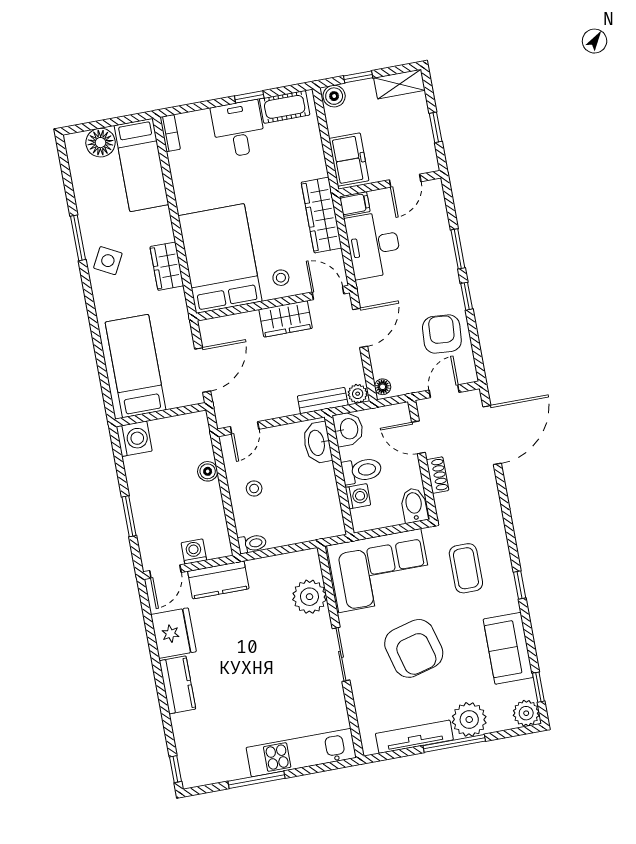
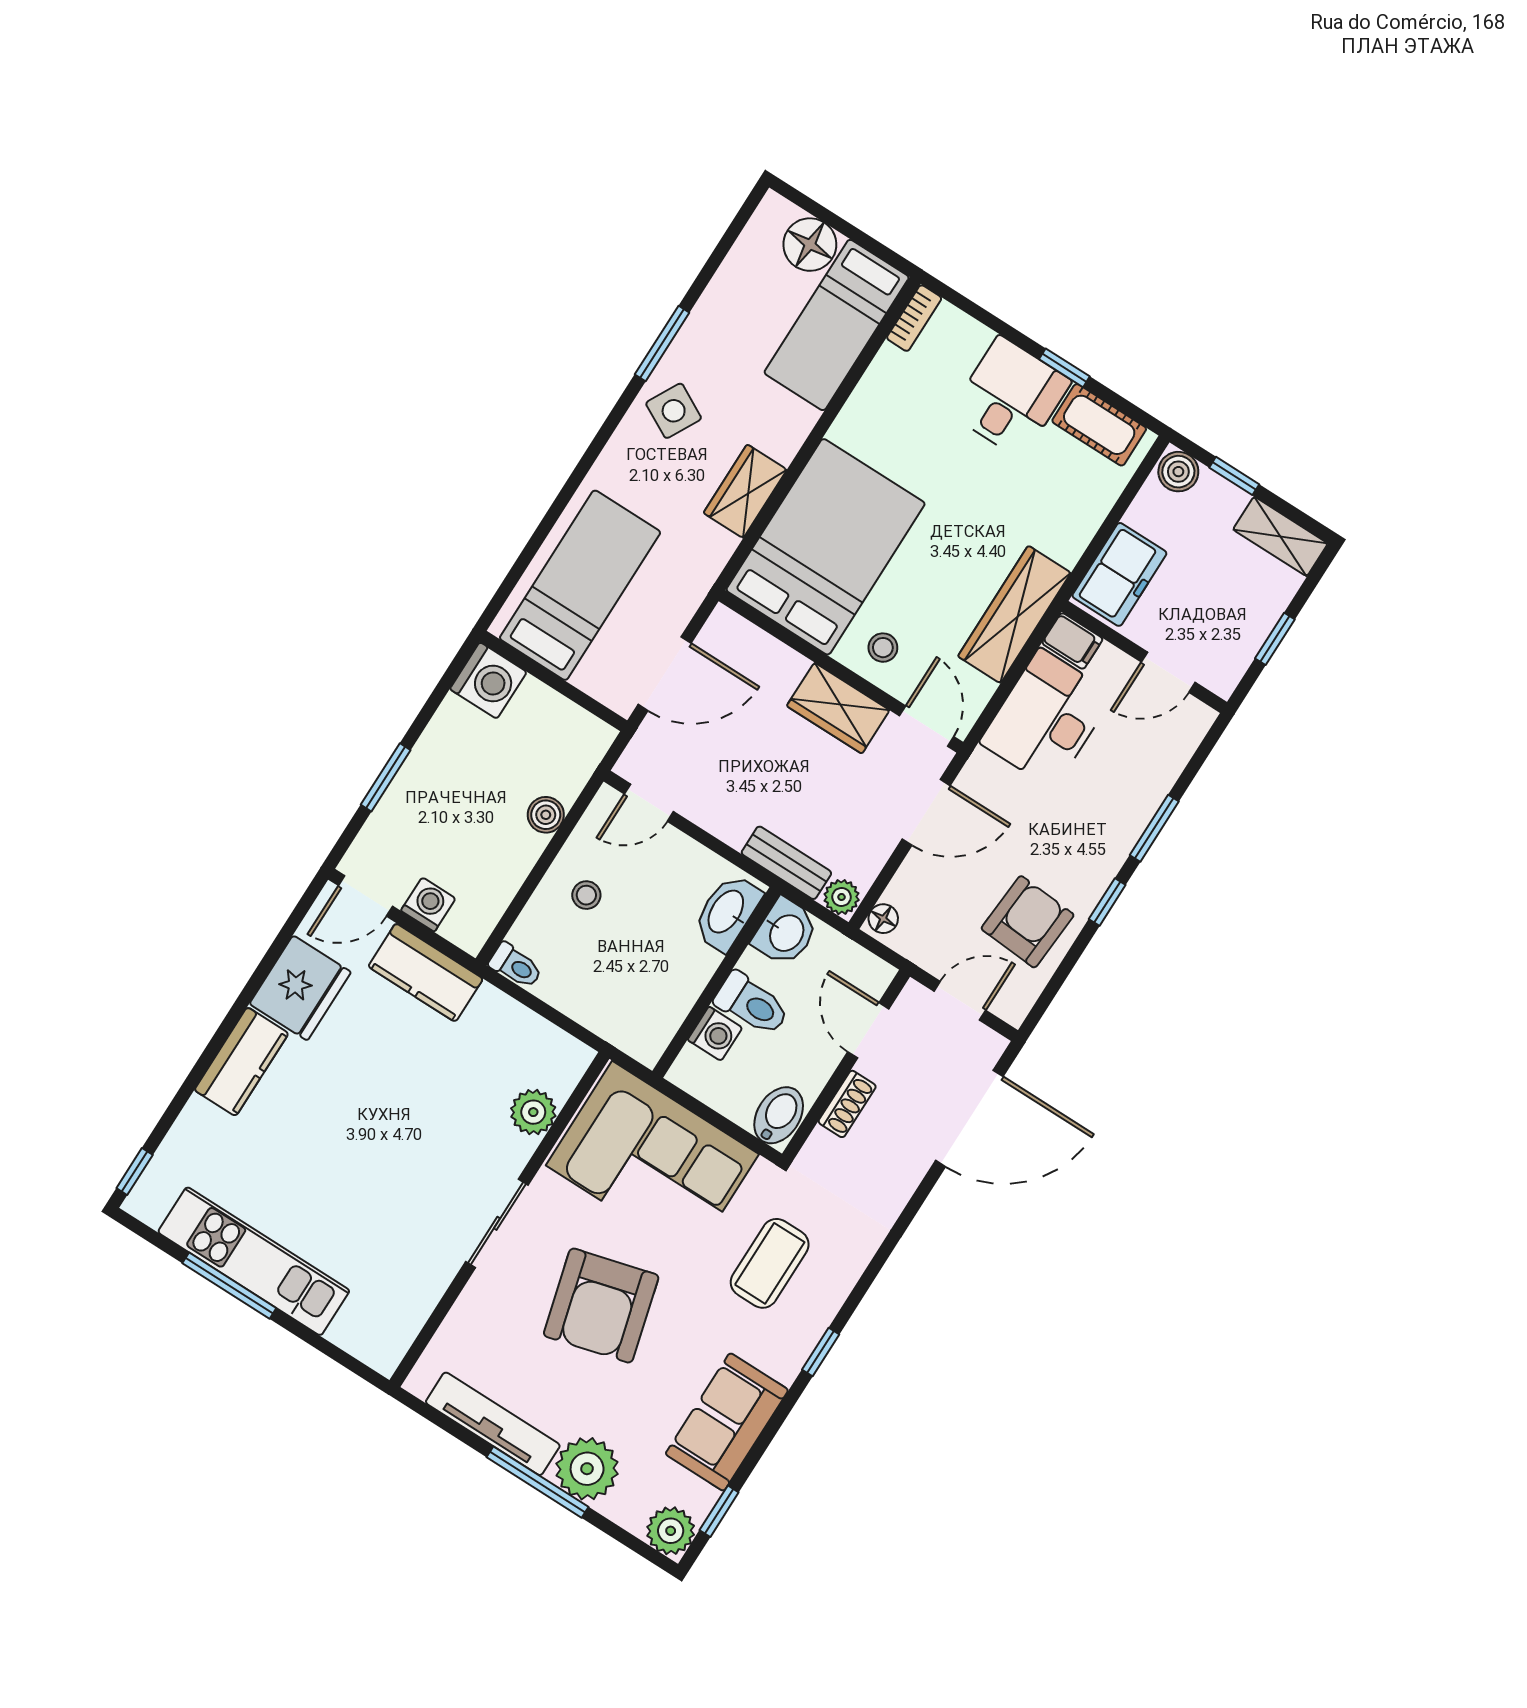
plant: (309, 597) -> (533, 1112), width x0.73, depth x0.73
kitchen unit: (301, 753) -> (254, 1261), moved

